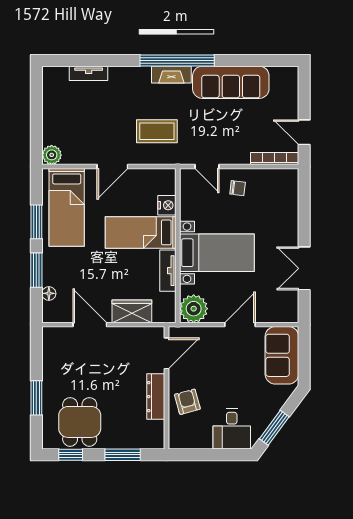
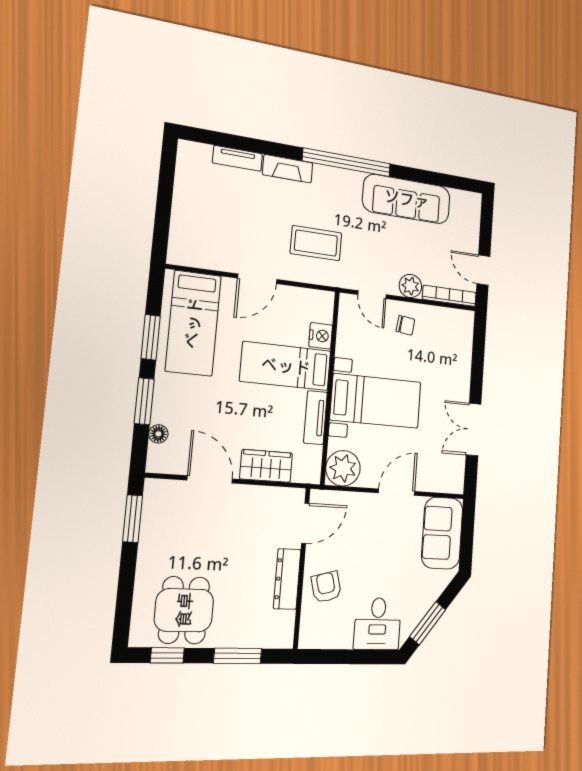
fireplace: (171, 75) -> (288, 169), moved
plant: (52, 155) -> (410, 286), moved
window: (36, 398) -> (133, 519), moved

